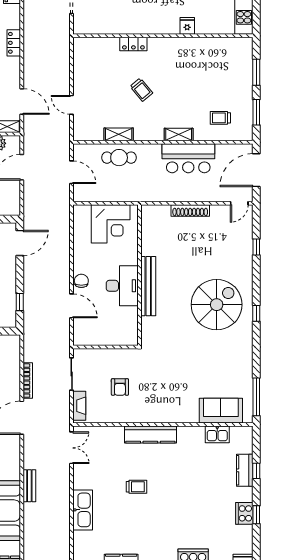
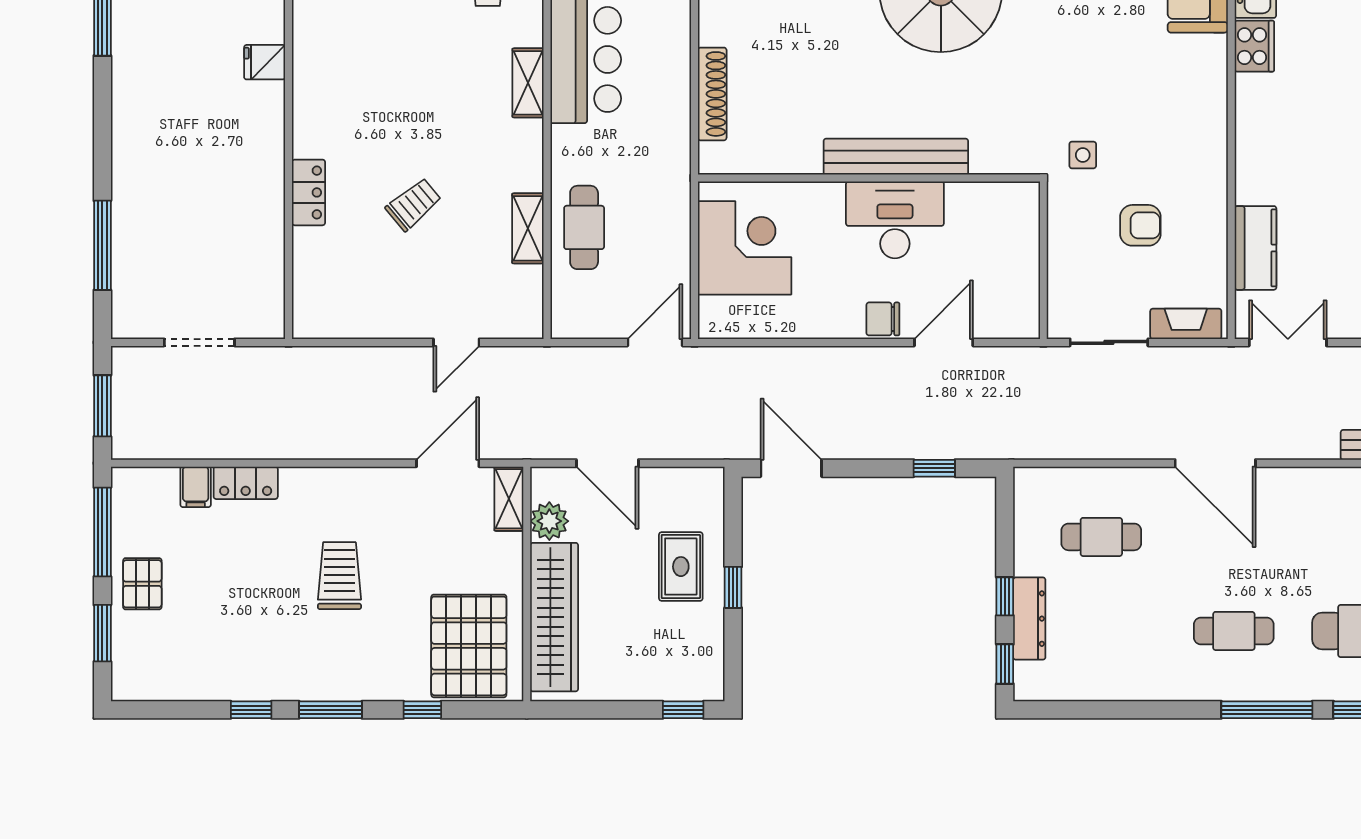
locker: (14, 43) -> (246, 483), moved
trolley: (141, 90) -> (414, 204), moved
door: (72, 172) -> (655, 342), moved
shoe rack: (190, 210) -> (712, 94), moved
side table: (149, 363) -> (1083, 155), added
bookcase: (28, 381) -> (1125, 449), removed
kitchen counter: (150, 434) -> (1256, 248), moved, width x0.67
cooker: (194, 434) -> (1254, 46), added

